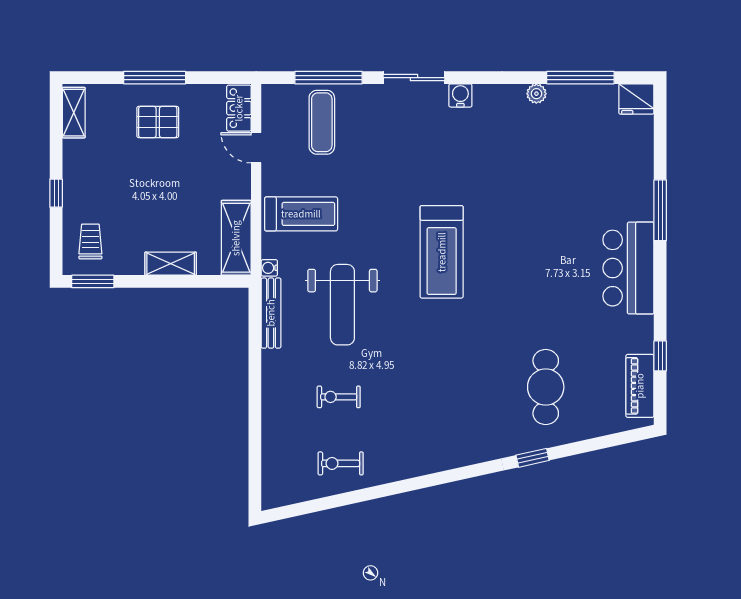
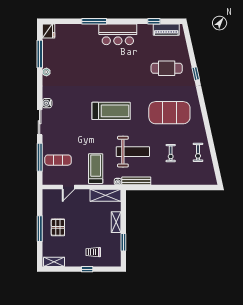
locker: (239, 108) -> (52, 194), removed
trolley: (90, 241) -> (93, 252), moved
window: (93, 281) -> (123, 242), moved
exercise mat: (437, 394) -> (169, 113), added

